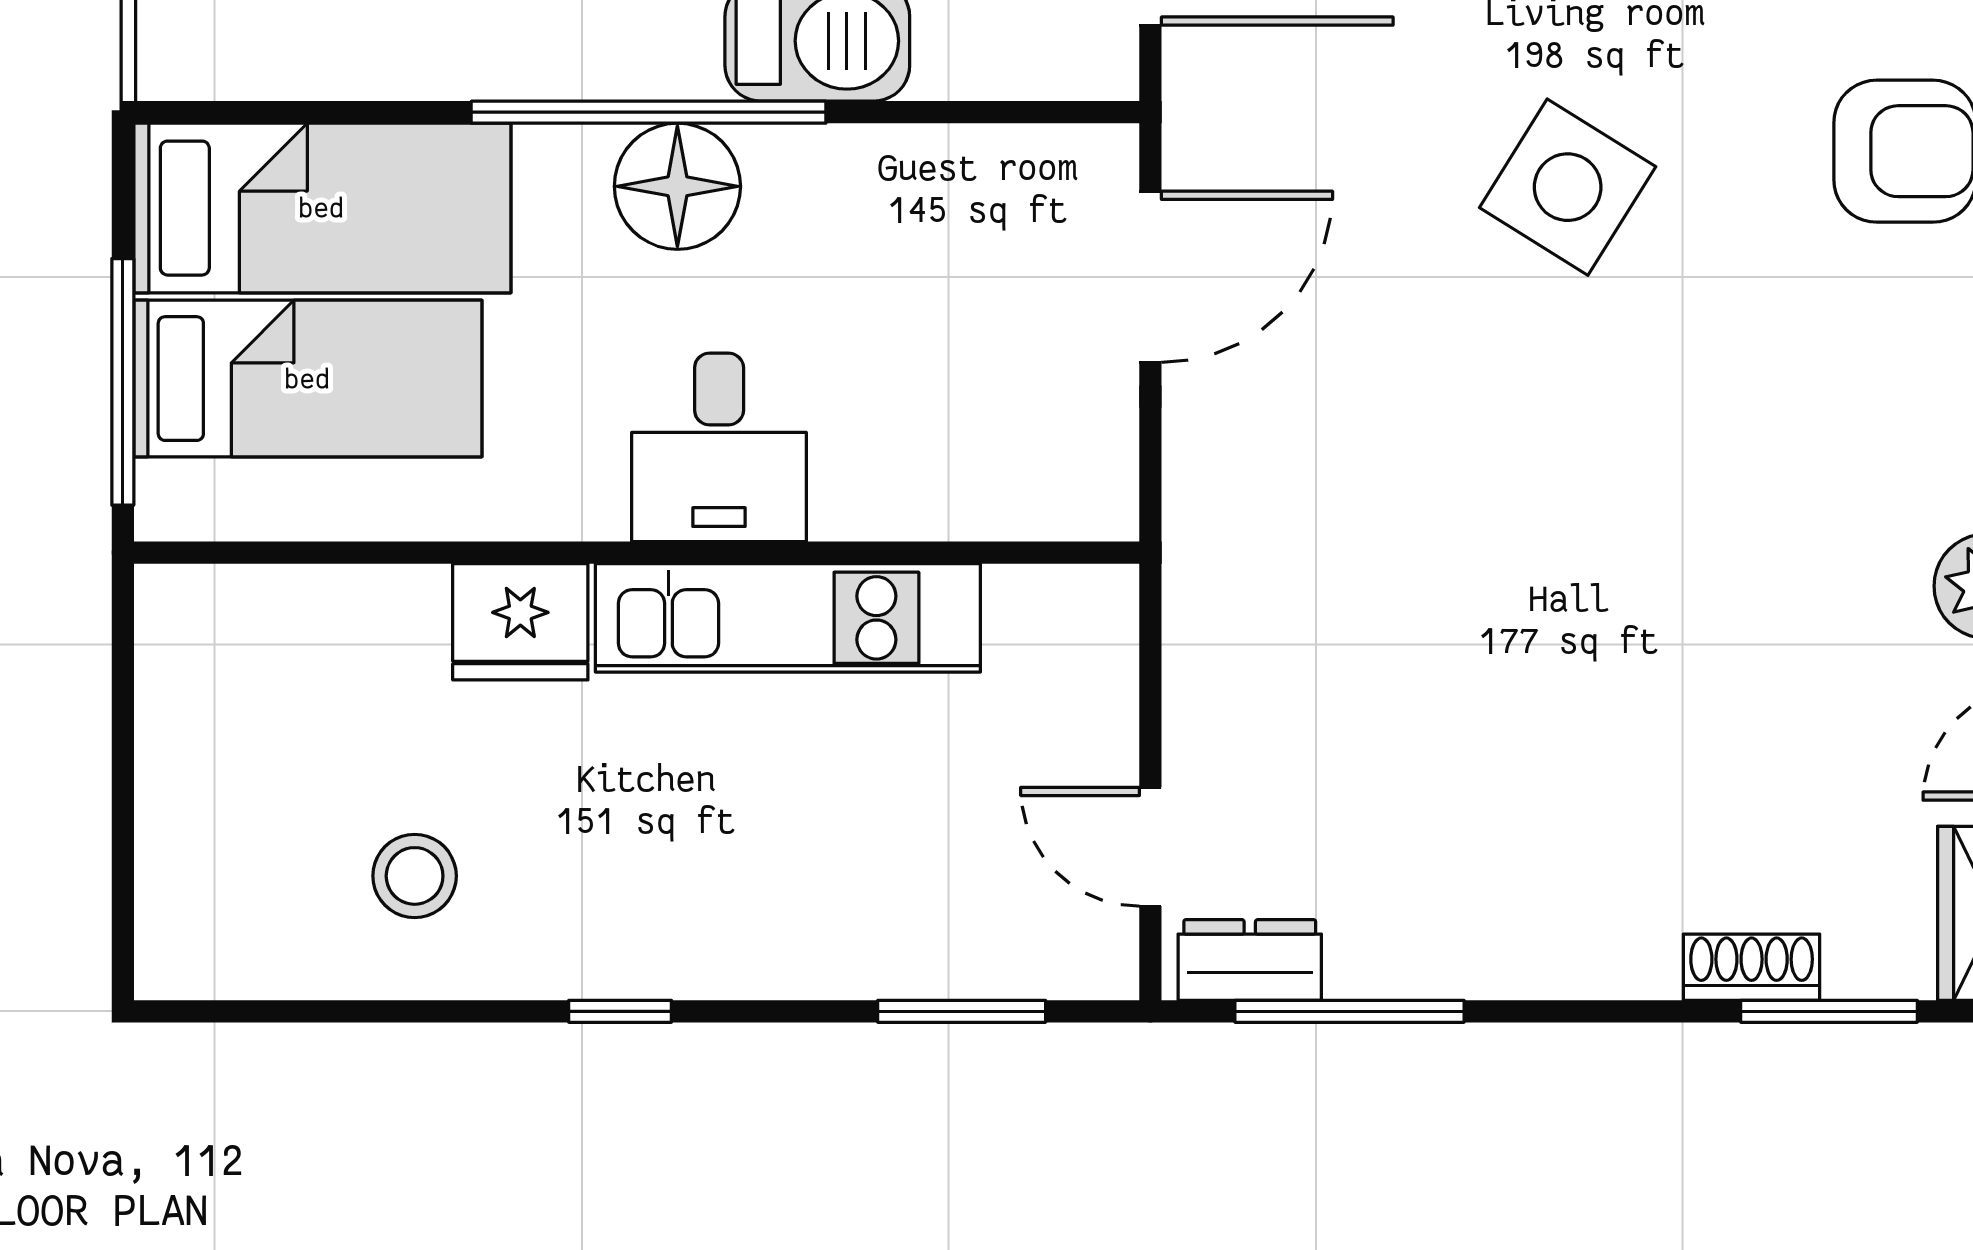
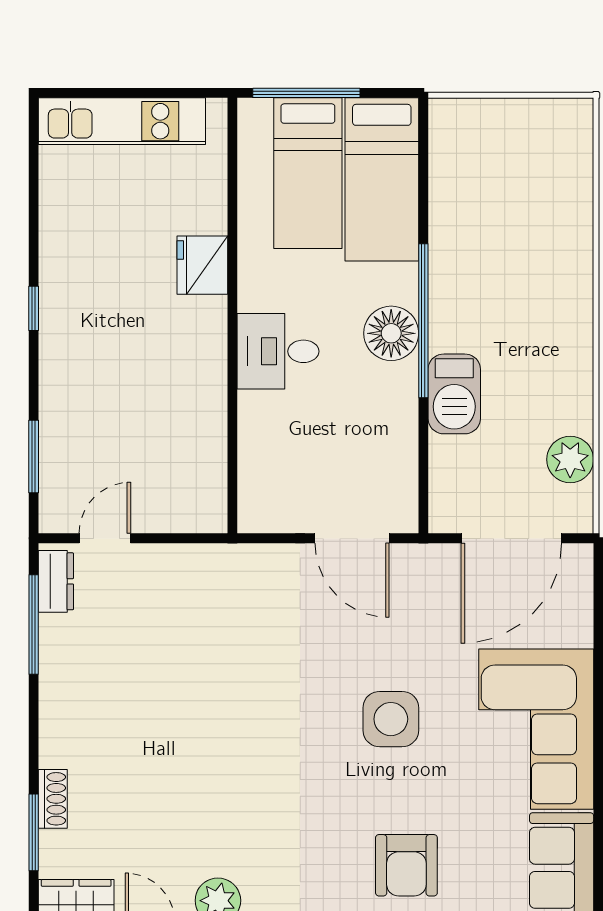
side table: (1568, 187) -> (391, 719), turned -32
kitchen unit: (788, 618) -> (122, 121), moved, turned -90
stool: (415, 876) -> (92, 219), removed

